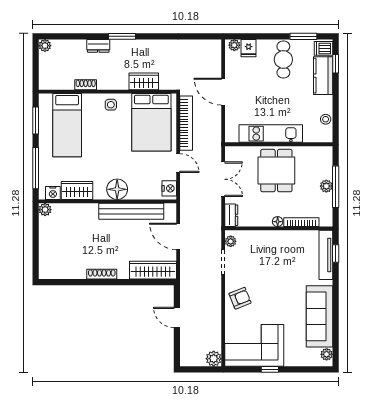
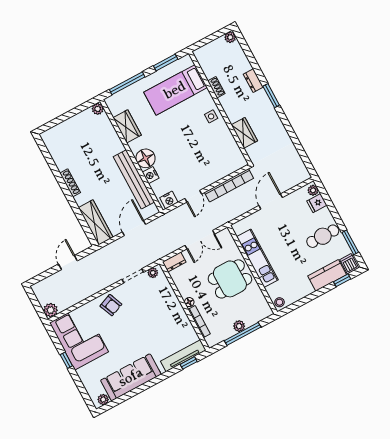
stool: (326, 119) -> (279, 302), moved
bed: (151, 122) -> (215, 157), removed
nightstand: (53, 193) -> (151, 175), moved

